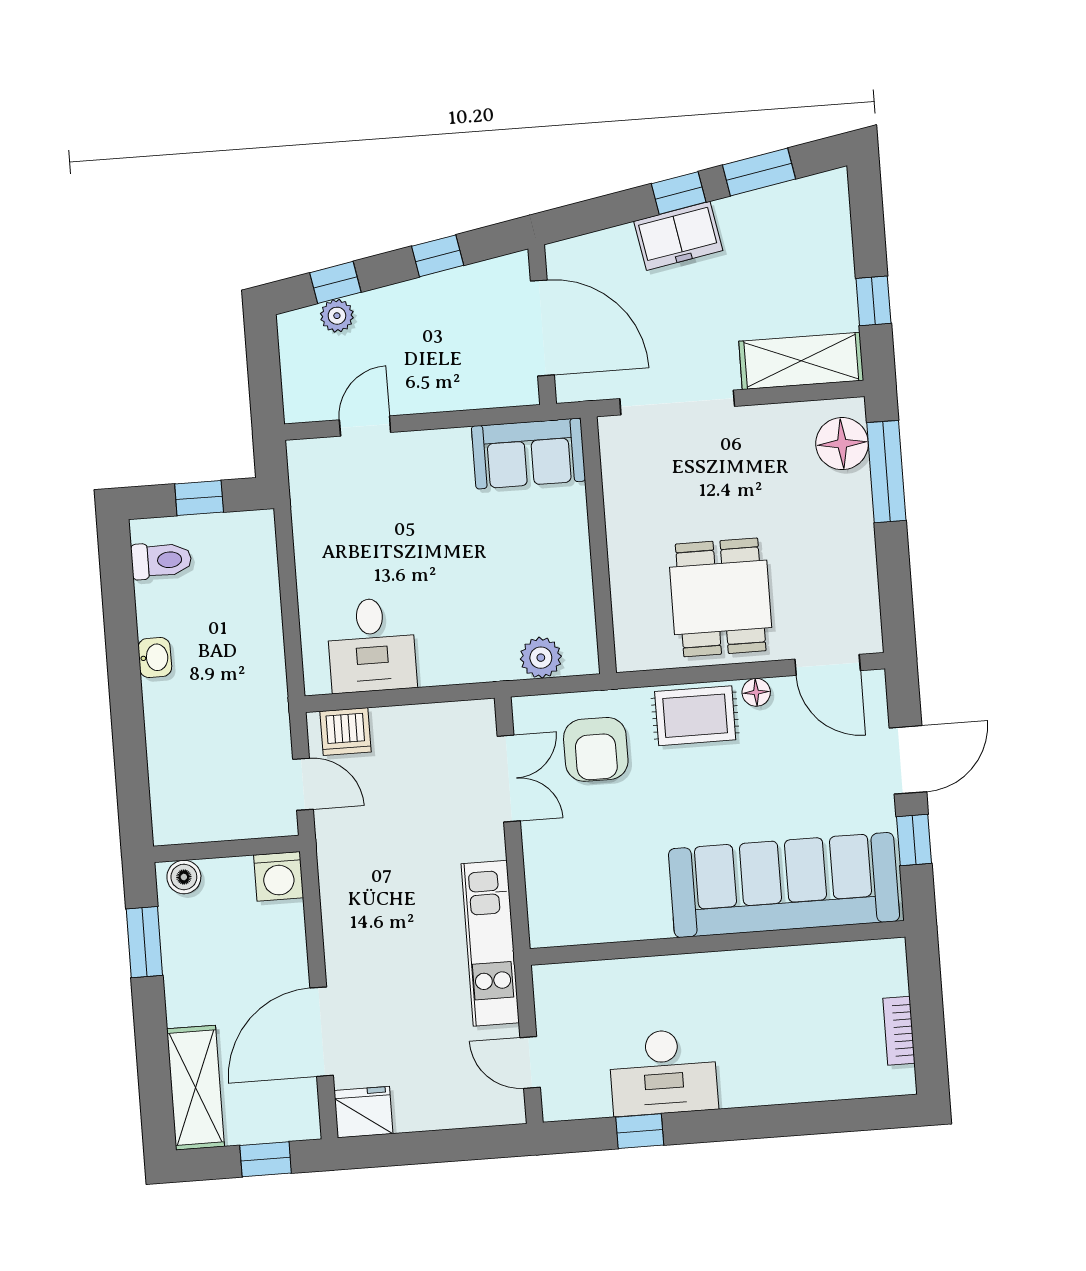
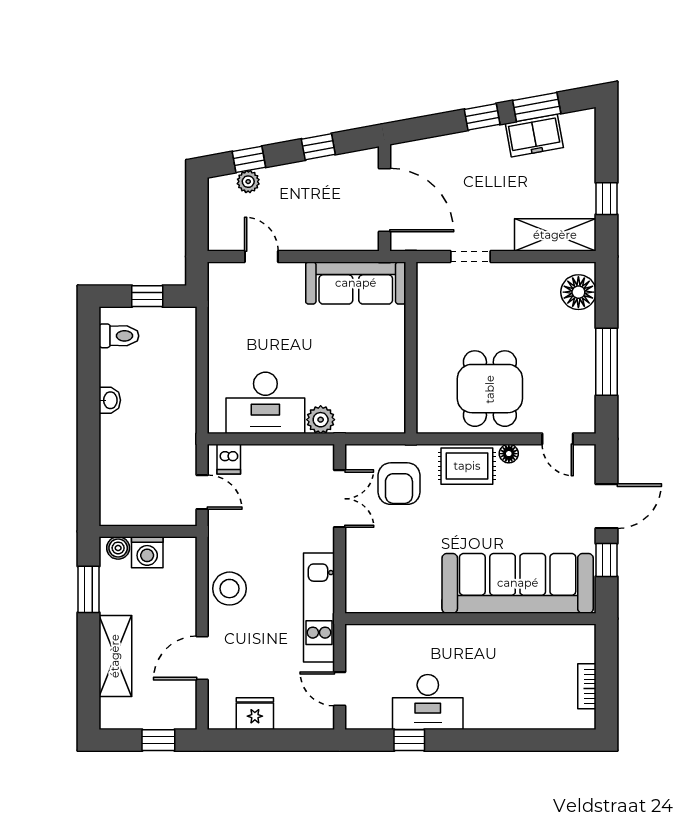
freezer: (678, 236) -> (534, 136), moved
doorway: (677, 403) -> (471, 257), width x0.53
door: (365, 426) -> (261, 257), hinge flipped
sofa: (529, 454) -> (356, 283), width x1.36
window: (886, 472) -> (607, 362), moved
desk: (372, 645) -> (265, 403), width x1.37
plant: (541, 658) -> (321, 420), moved
door: (828, 665) -> (558, 439), width x0.73
dishwasher: (346, 732) -> (229, 459), width x0.73
washing machine: (279, 876) -> (147, 552), moved
stool: (355, 925) -> (229, 589), added
door: (322, 1032) -> (202, 658), width x0.73
shelving: (196, 1088) -> (115, 656), moved
fridge: (363, 1112) -> (255, 714), moved

